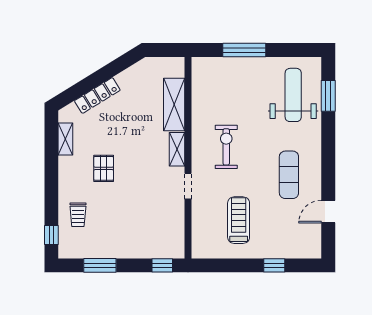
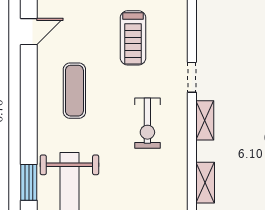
shelving: (174, 105) -> (205, 183), width x0.67, depth x0.75
door: (328, 212) -> (29, 32), moved

